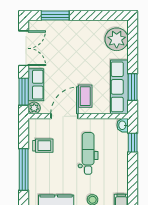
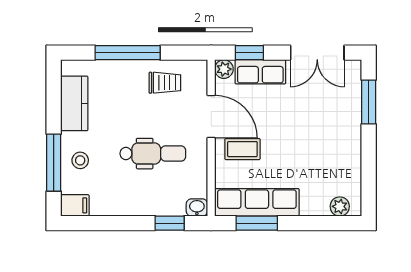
plant: (117, 39) -> (340, 206), width x0.53, depth x0.53
window: (24, 92) -> (249, 53), width x0.67
trolley: (43, 146) -> (165, 83), turned -90

